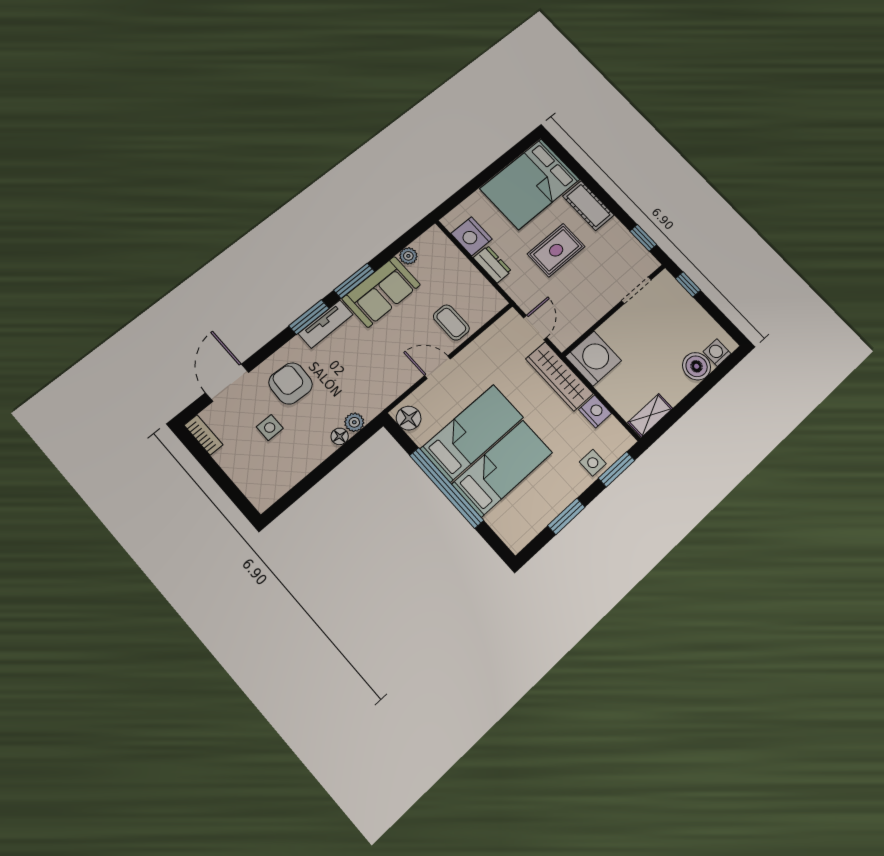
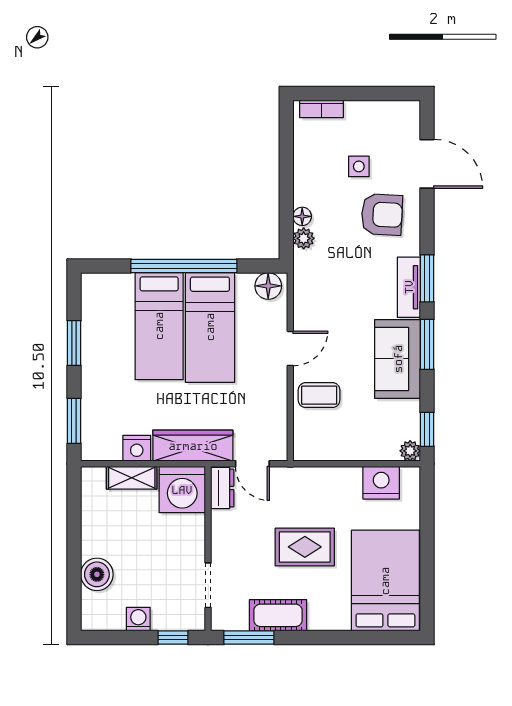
cot: (588, 206) -> (278, 615), moved
window: (411, 236) -> (427, 429), added
window: (643, 238) -> (249, 638), width x1.50
rug: (556, 250) -> (305, 547), turned 90
plant: (408, 256) -> (410, 451), moved
dresser: (492, 264) -> (222, 488), moved, turned -90
washing machine: (717, 353) -> (138, 619), moved, turned -90
shelving: (650, 415) -> (132, 478), moved, turned 90
bookcase: (203, 435) -> (322, 109), moved
side table: (593, 463) -> (97, 406), removed

